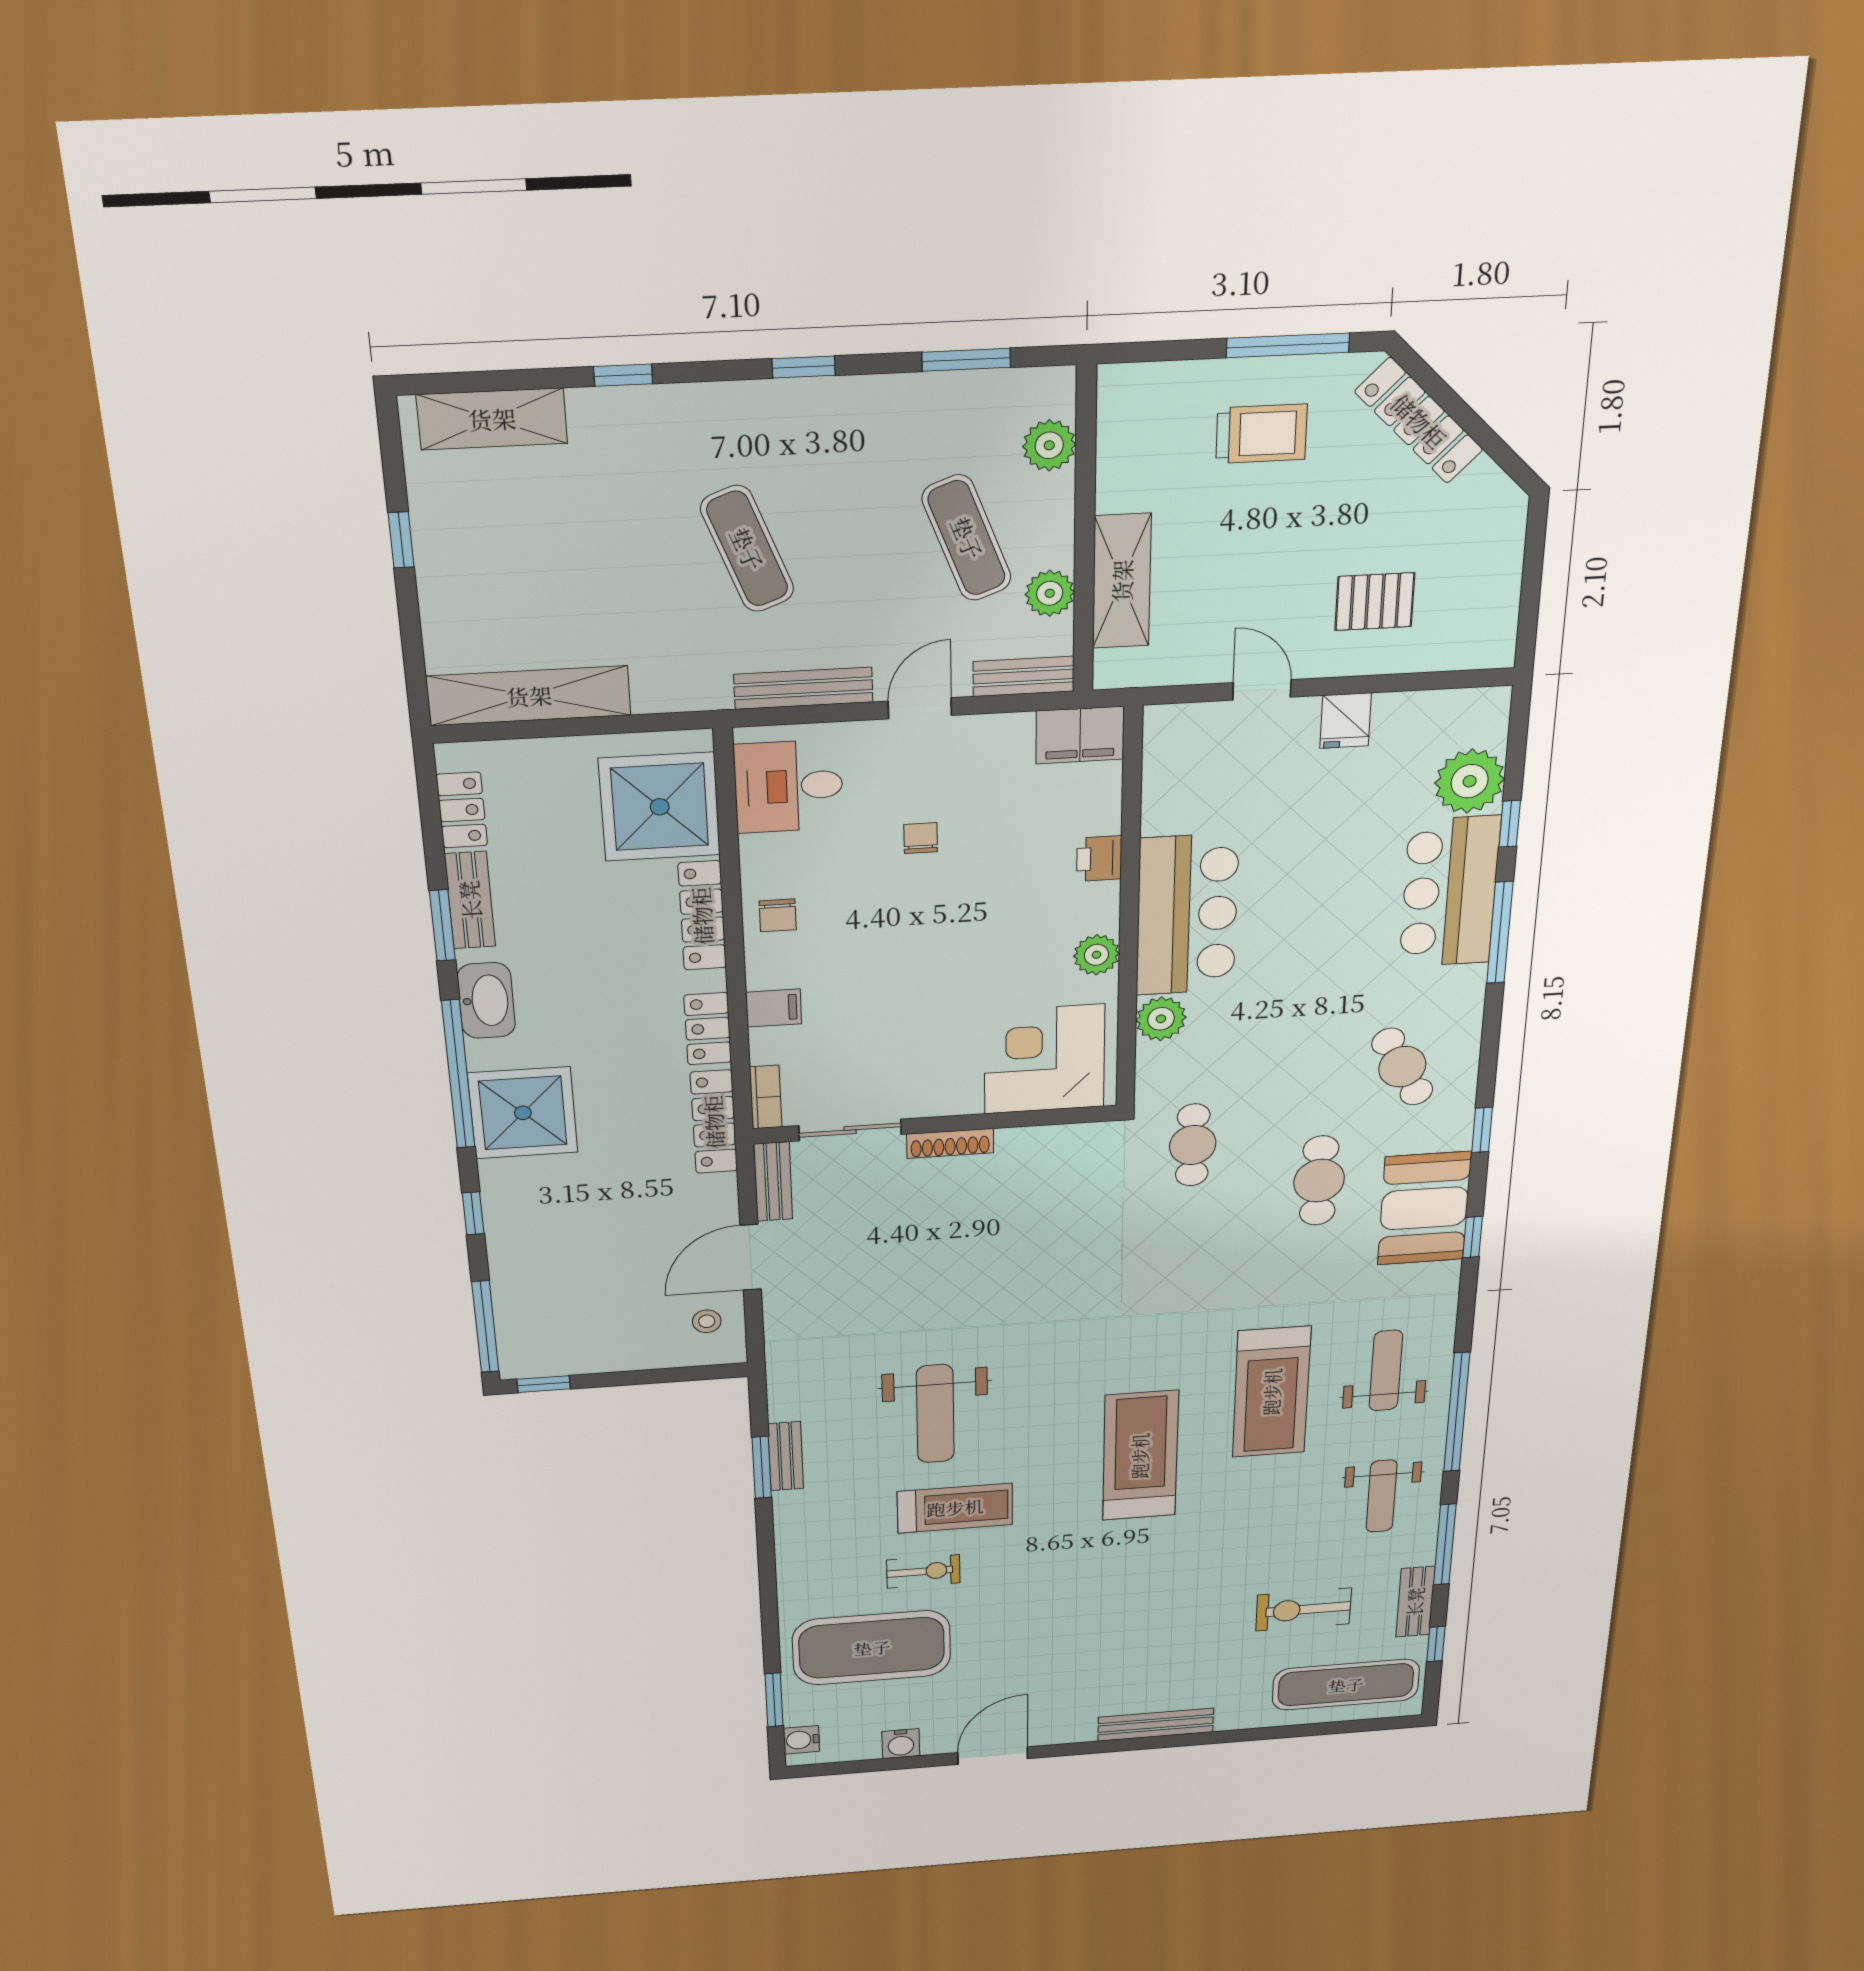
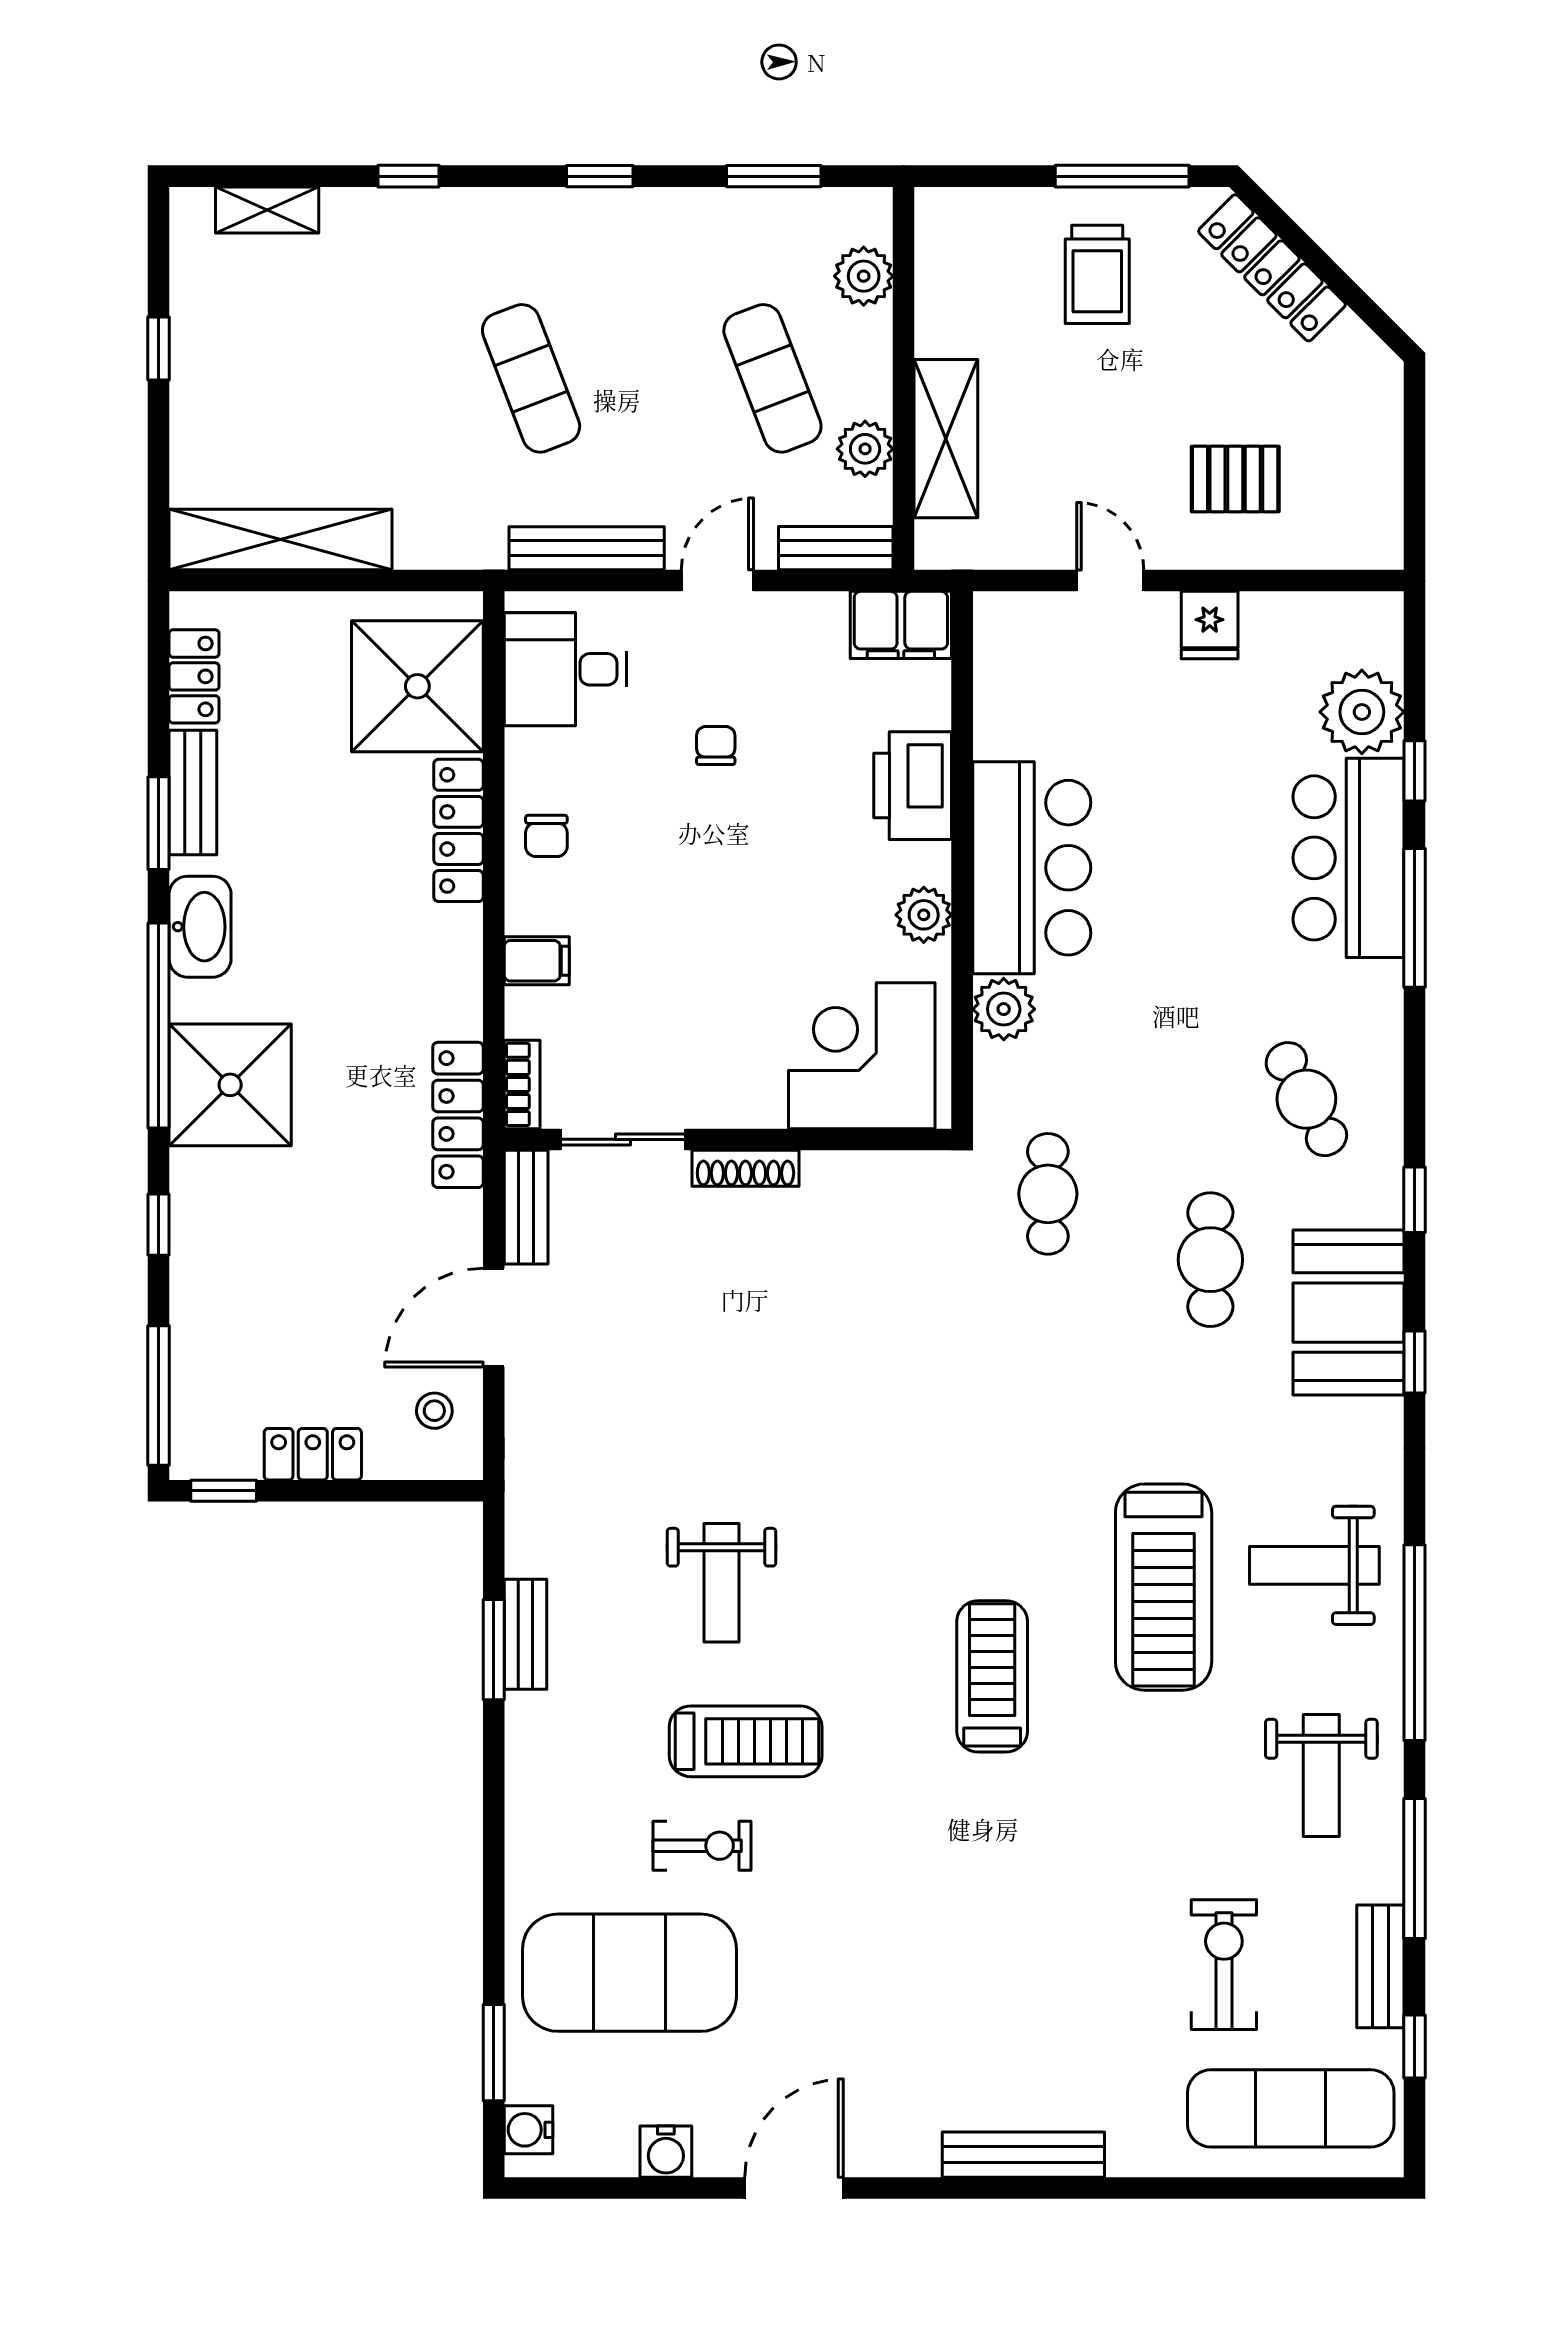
shelving: (492, 419) -> (267, 210), width x0.67, depth x0.75
trolley: (1261, 434) -> (1097, 274), turned 90
printer: (1099, 858) -> (913, 786), width x1.87, depth x1.48
locker: (708, 1029) -> (313, 1454), moved, turned 90
weight bench: (1386, 1371) -> (1314, 1565), turned -90
weight bench: (935, 1414) -> (721, 1583), width x0.73, depth x0.75
treadmill: (1140, 1456) -> (992, 1676), width x0.73, depth x0.73
exercise bike: (1304, 1609) -> (1224, 1965), turned 90

